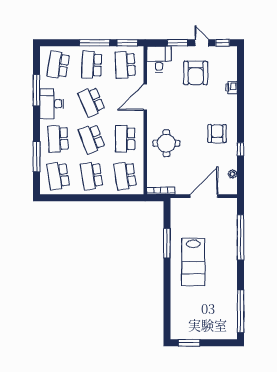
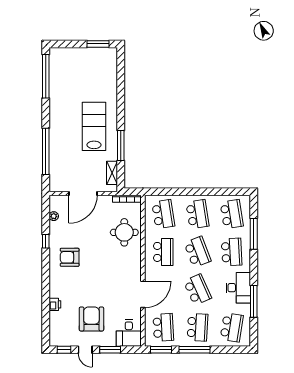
armchair: (217, 134) -> (70, 257), turned 90
round table: (166, 143) -> (124, 232), moved
shelving: (175, 216) -> (112, 173), added

